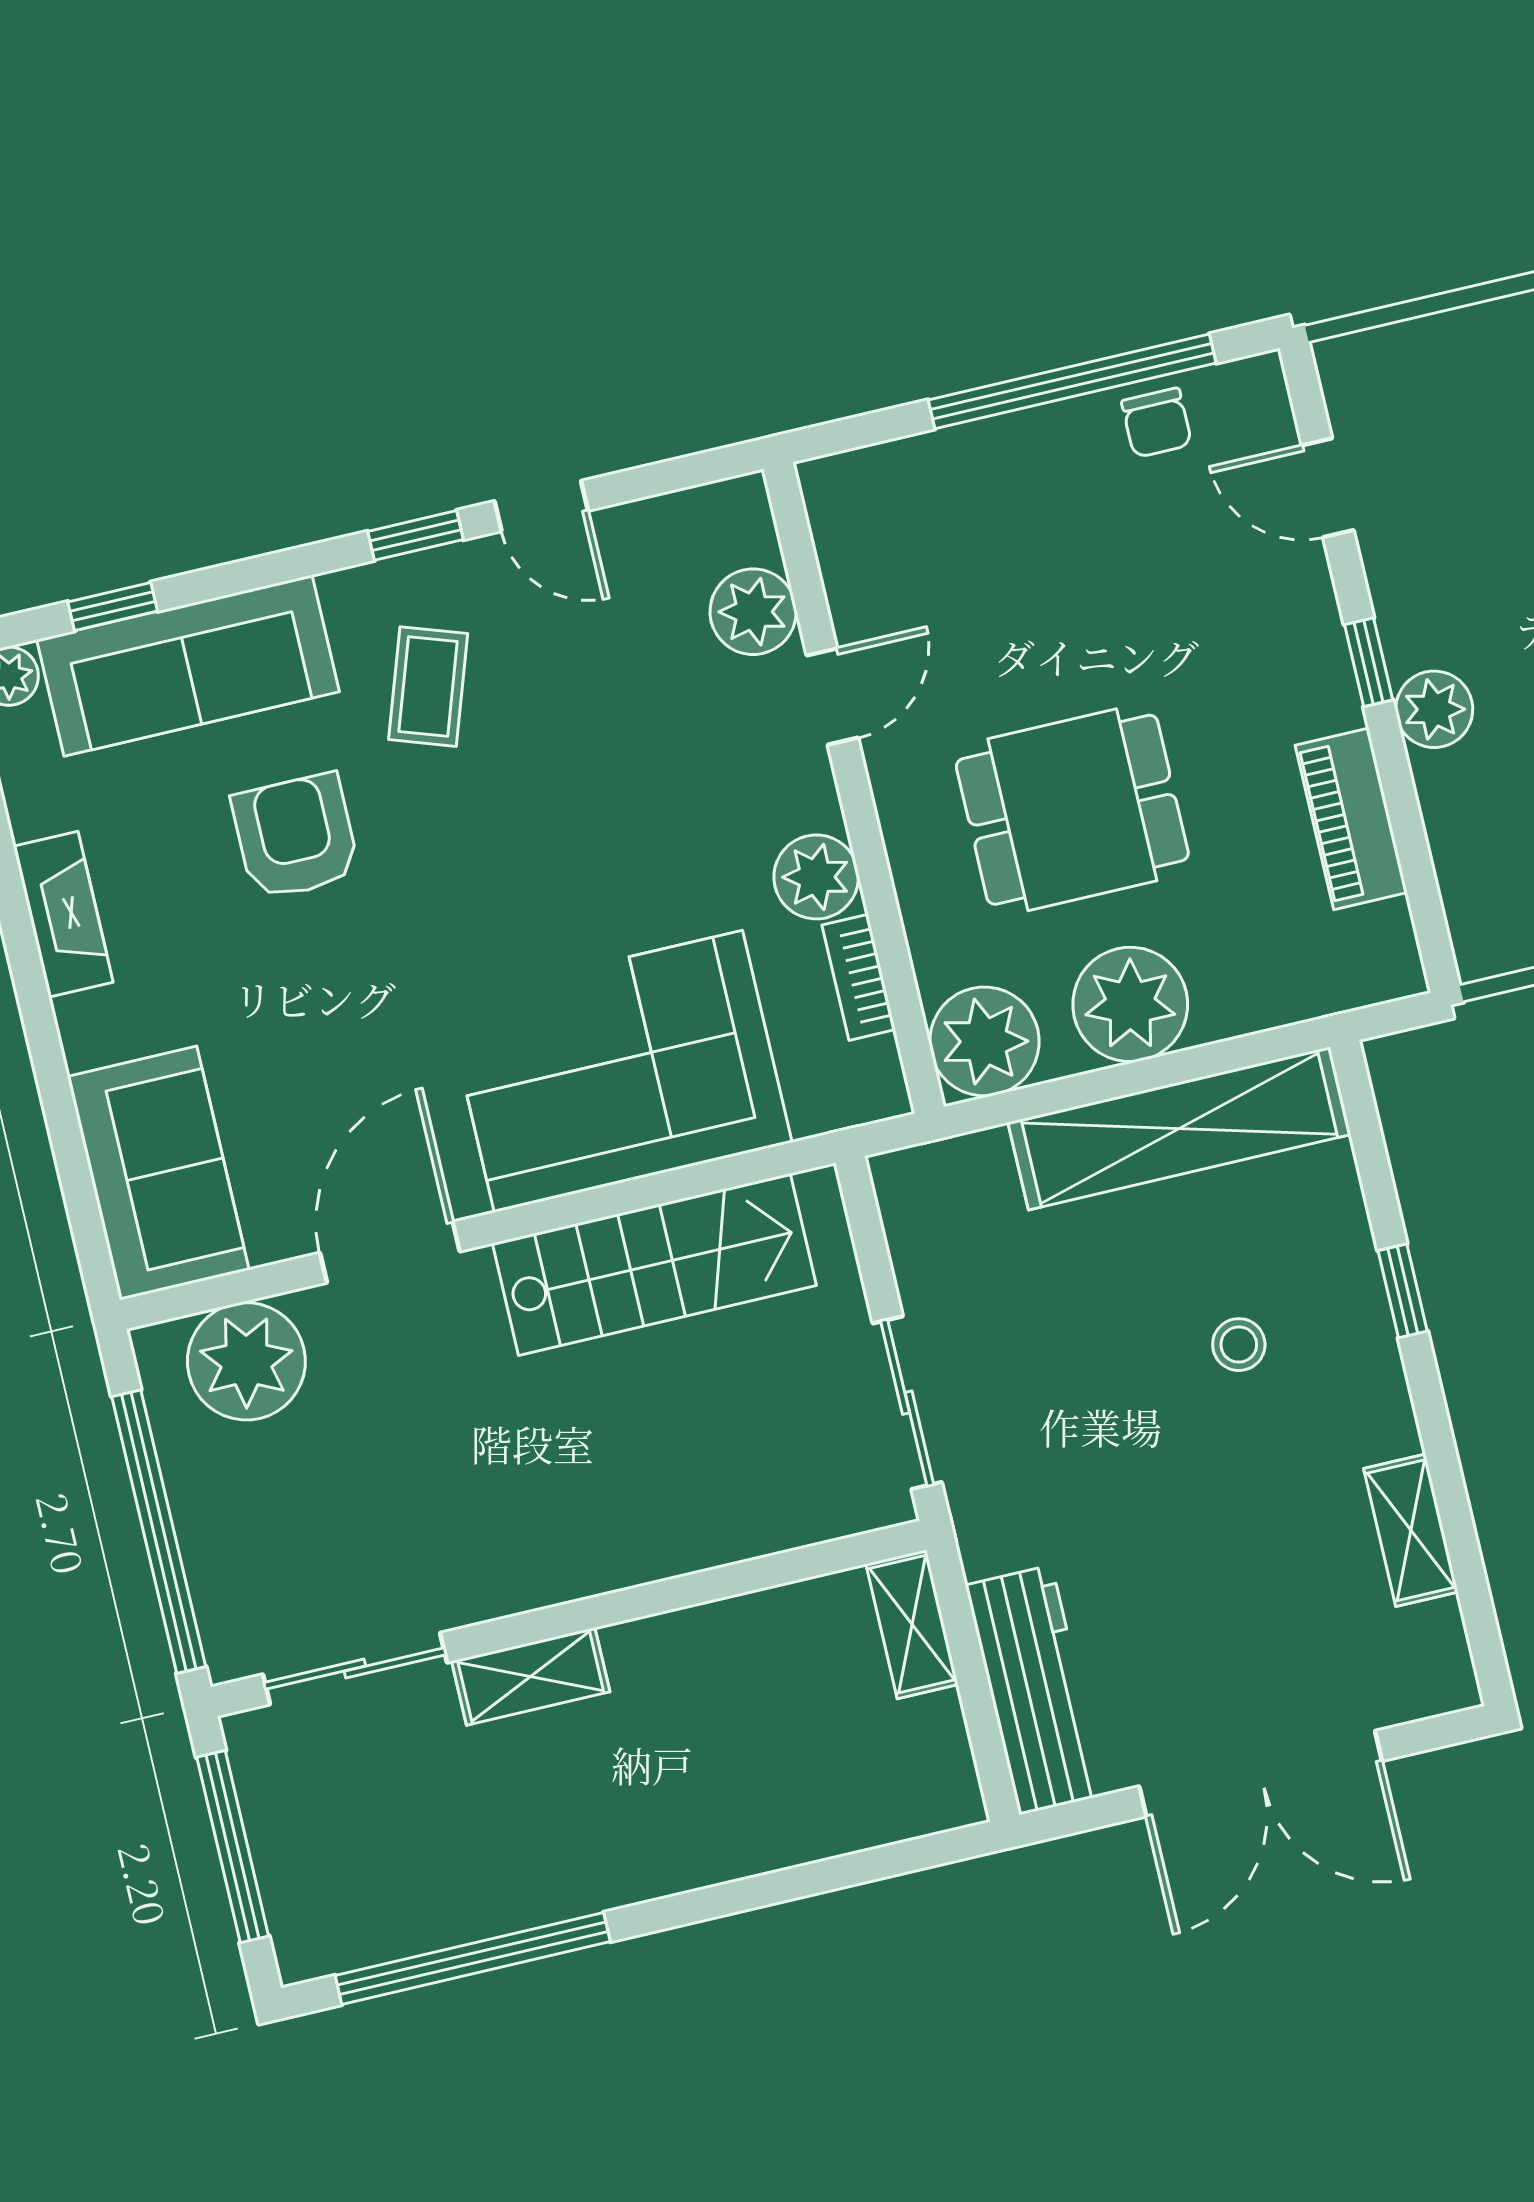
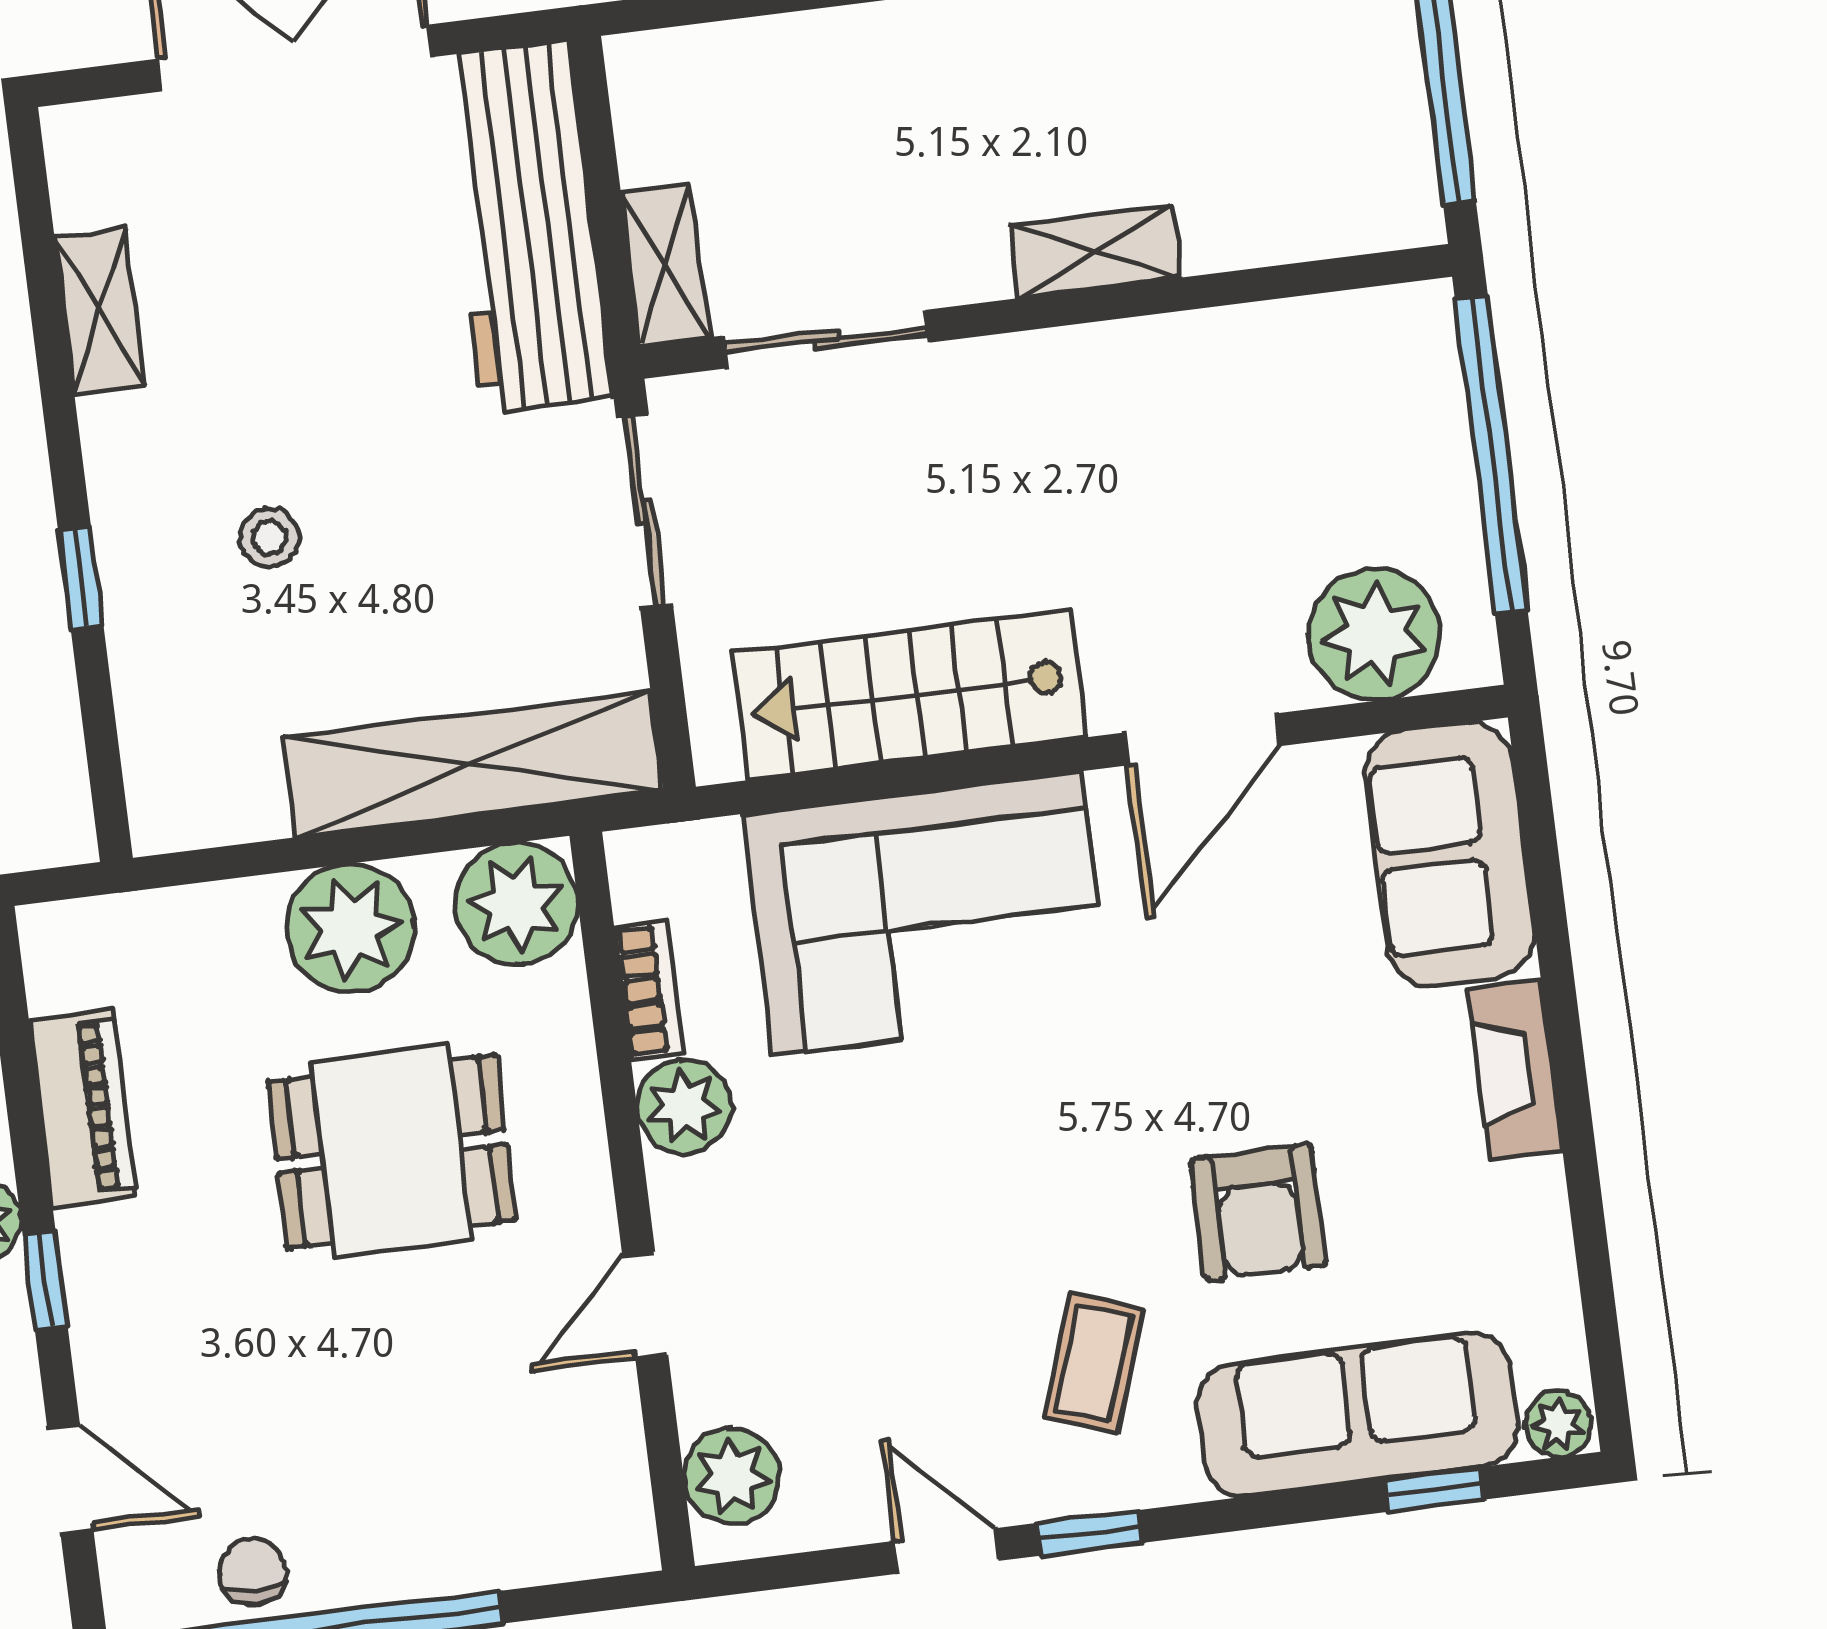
plant: (753, 612) -> (732, 1476), moved
fireplace: (63, 914) -> (1515, 1070), moved
shelving: (1179, 1128) -> (473, 764), moved
sliding door: (355, 1669) -> (826, 339), moved
workbench: (1035, 1690) -> (526, 227), width x1.36, depth x1.32

